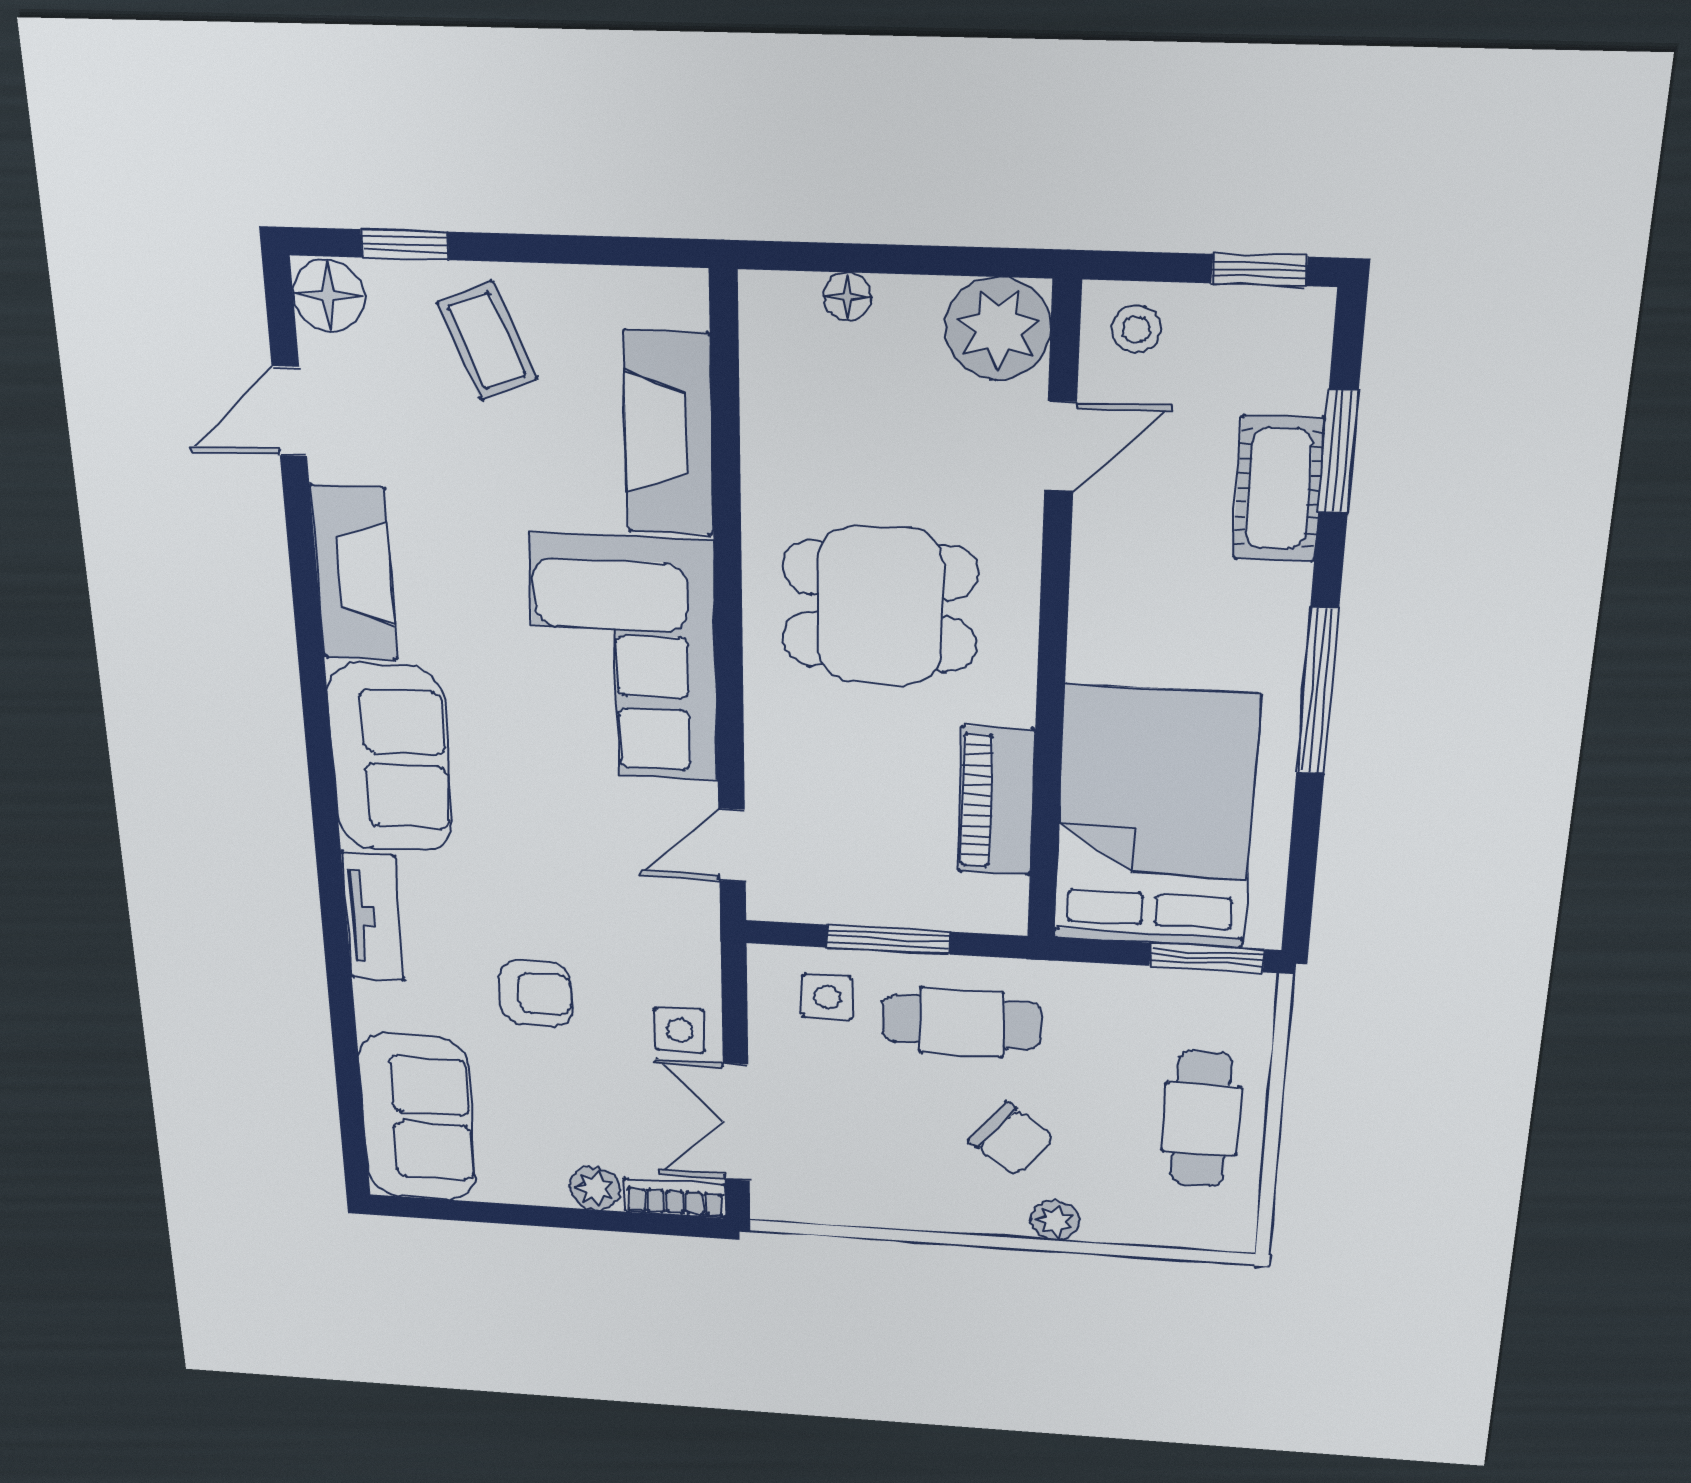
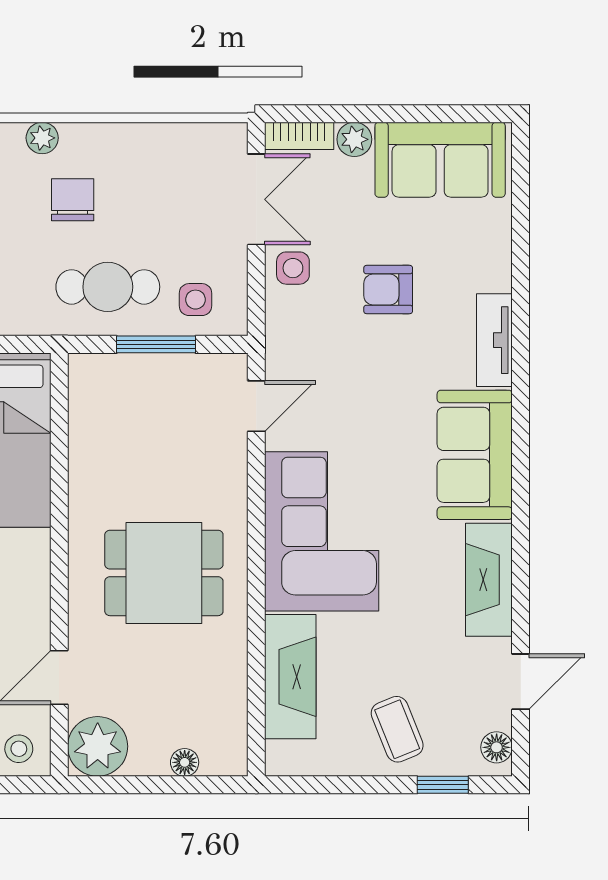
floor lamp: (329, 296) -> (497, 747), width x0.73, depth x0.73
piano: (996, 801) -> (90, 446), removed
sofa: (417, 1118) -> (440, 160), moved, turned -90
chair: (1012, 1140) -> (73, 200), turned 52

